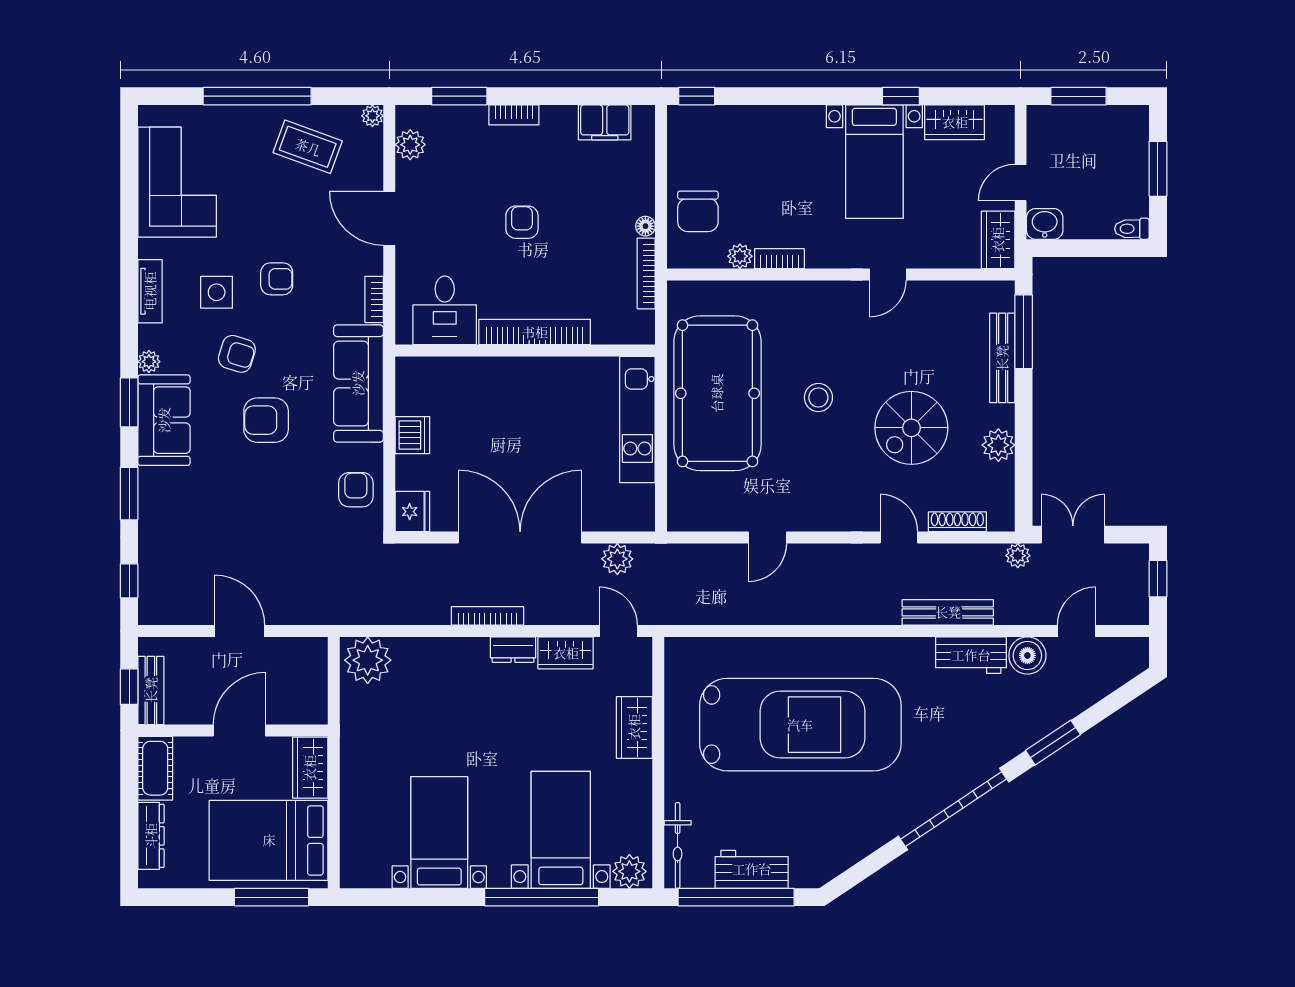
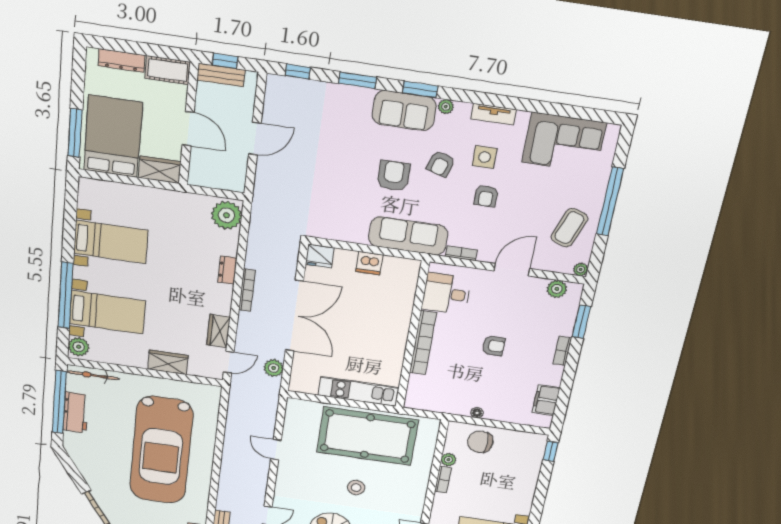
bookcase: (646, 274) -> (448, 409), removed
armchair: (356, 490) -> (339, 224), removed
dresser: (513, 650) -> (227, 270), moved

